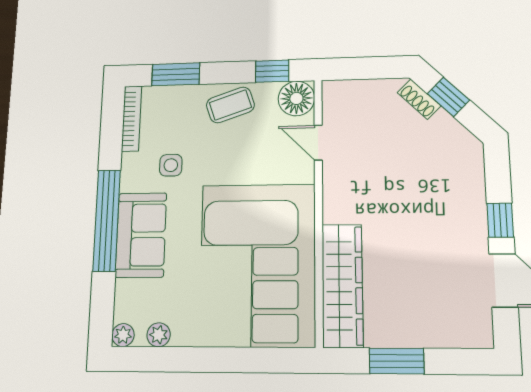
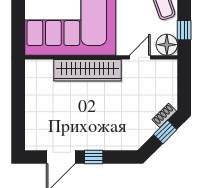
wardrobe: (342, 285) -> (87, 70), moved
window: (397, 361) -> (18, 99), removed

